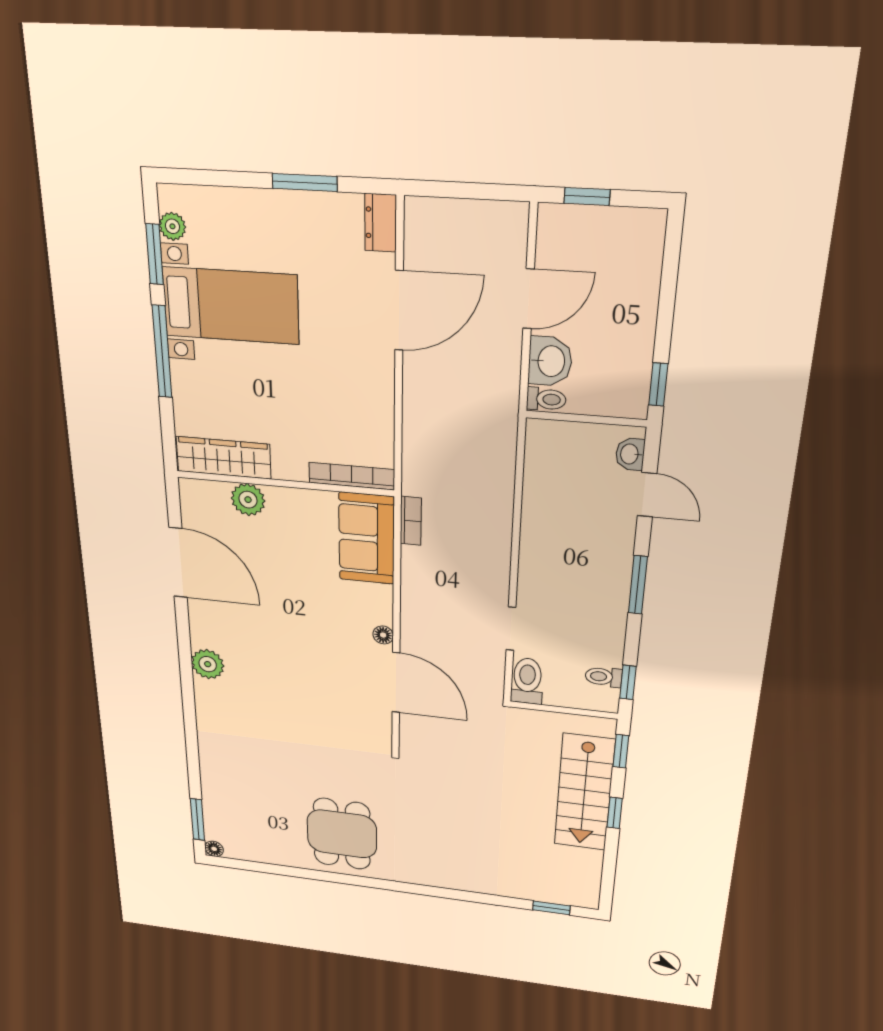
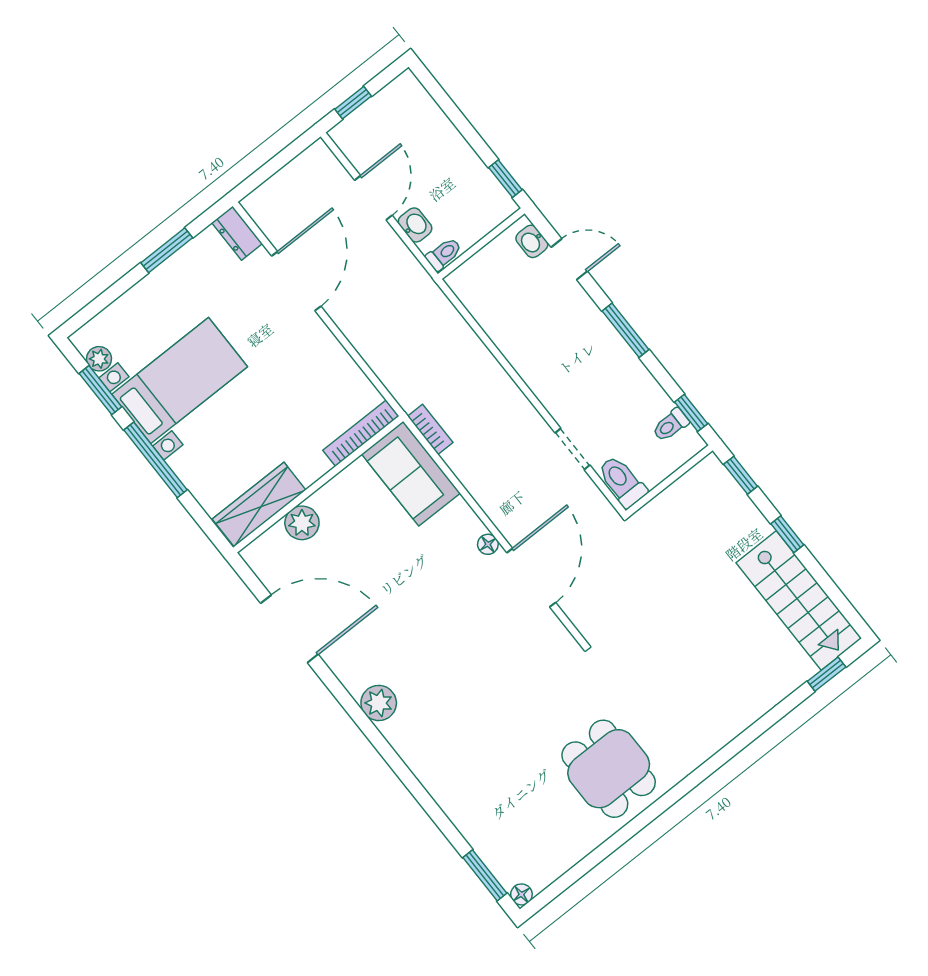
washbasin: (550, 361) -> (415, 225), width x0.72, depth x0.69
door: (396, 683) -> (531, 578), hinge flipped
stairs: (584, 793) -> (799, 601), moved

